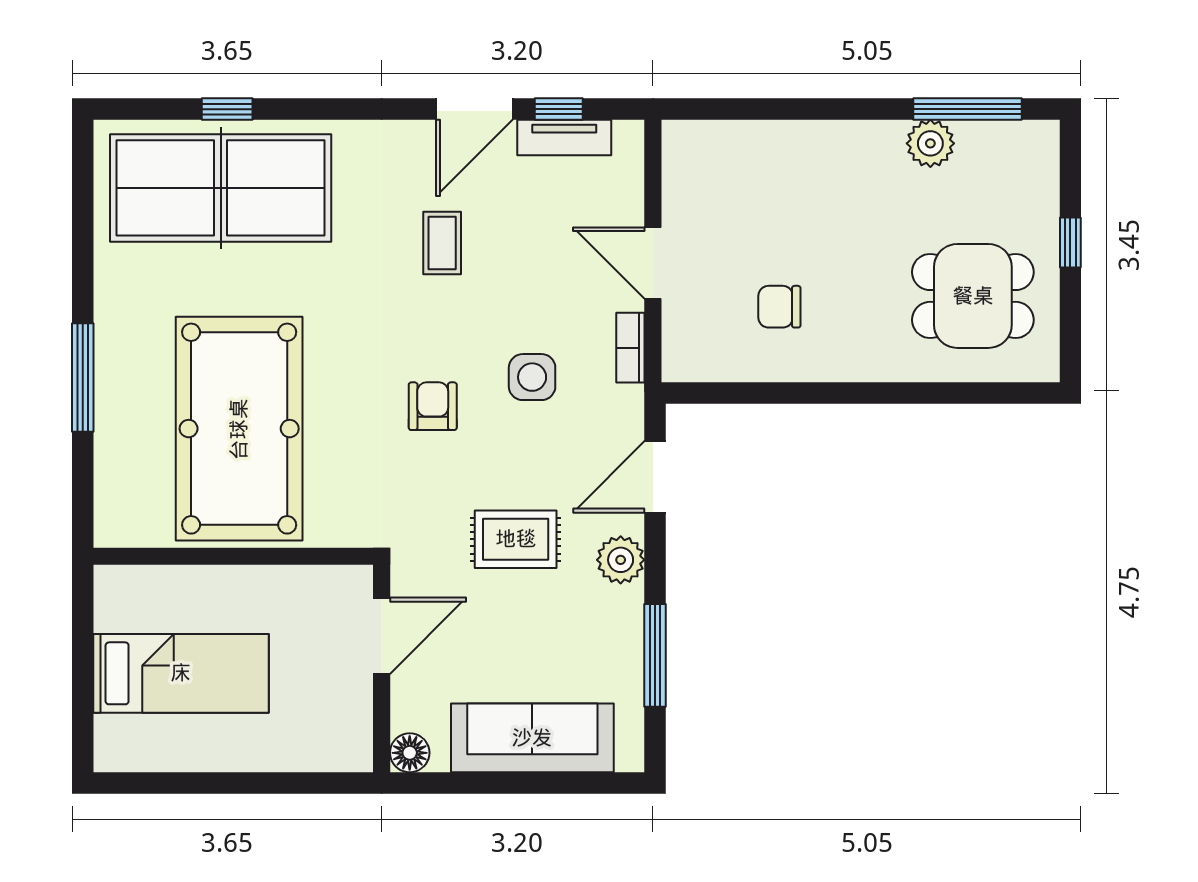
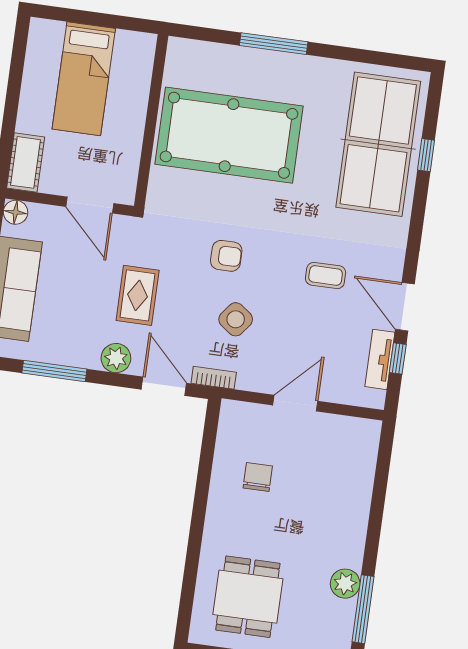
bookcase: (630, 348) -> (214, 378), moved
side table: (532, 377) -> (236, 319), turned 37
cot: (328, 748) -> (26, 162), added

